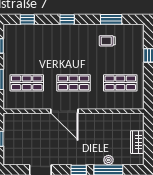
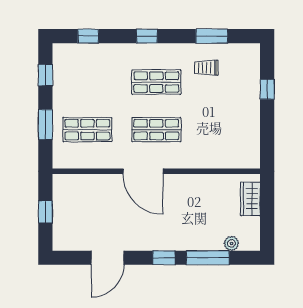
shop shelf: (120, 83) -> (156, 82), moved
wardrobe: (137, 142) -> (250, 199), moved
plant: (108, 160) -> (231, 243), moved

